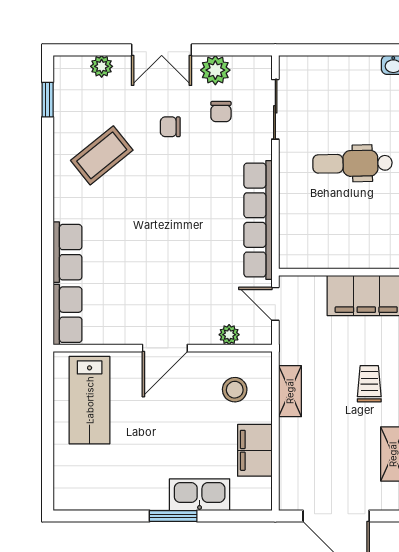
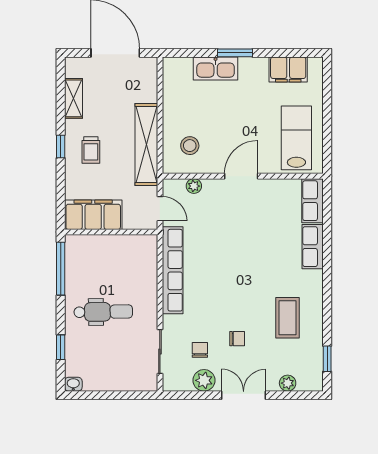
coffee table: (102, 155) -> (287, 318), turned -51
shelving: (290, 391) -> (146, 145), width x2.20, depth x1.33
filing cabinet: (255, 450) -> (288, 69), moved, turned 90

